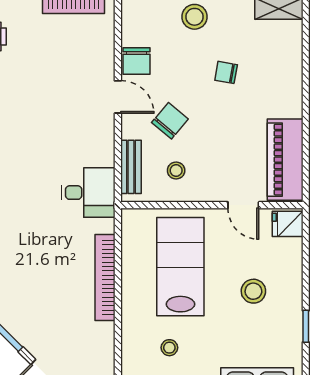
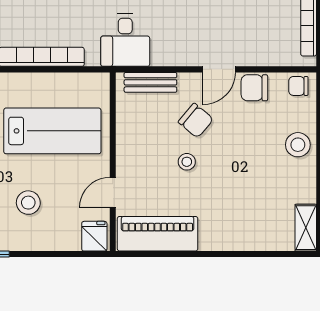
chair: (226, 72) -> (298, 86), moved, turned -100
stool: (176, 170) -> (187, 162), moved

